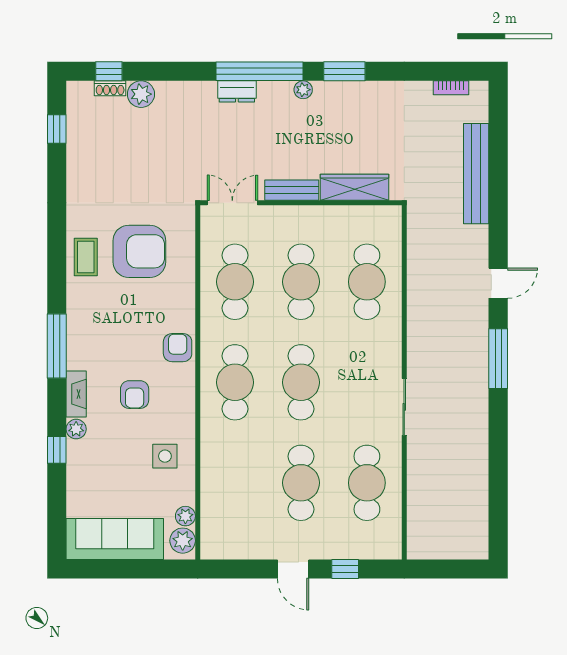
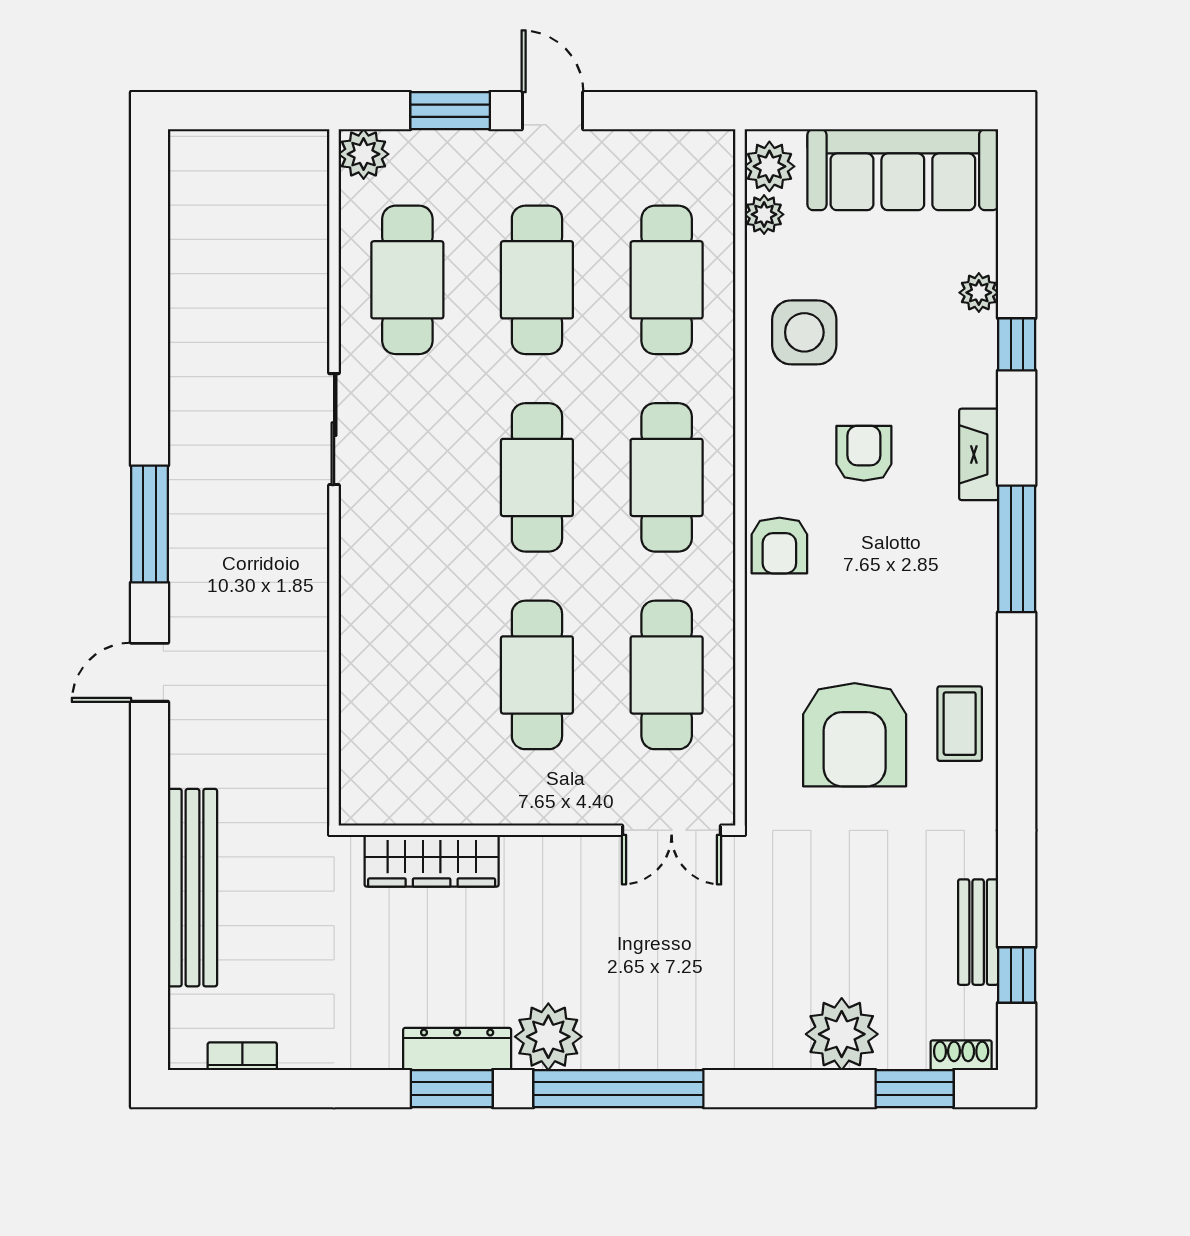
window: (109, 71) -> (915, 1089), width x1.50
shoe rack: (110, 88) -> (961, 1055), moved
plant: (303, 90) -> (548, 1037), width x1.88, depth x1.88
dresser: (237, 91) -> (457, 1049), moved, width x1.44
plant: (141, 94) -> (842, 1034), width x1.36, depth x1.36
bench: (292, 190) -> (978, 932), moved, turned 90
armchair: (139, 251) -> (855, 735), turned -90
cafe table: (367, 282) -> (667, 280), moved
plant: (76, 429) -> (979, 293), moved
side table: (165, 456) -> (804, 332), width x1.37, depth x1.37
plant: (389, 547) -> (364, 154), added
window: (345, 569) -> (450, 111), width x1.50

